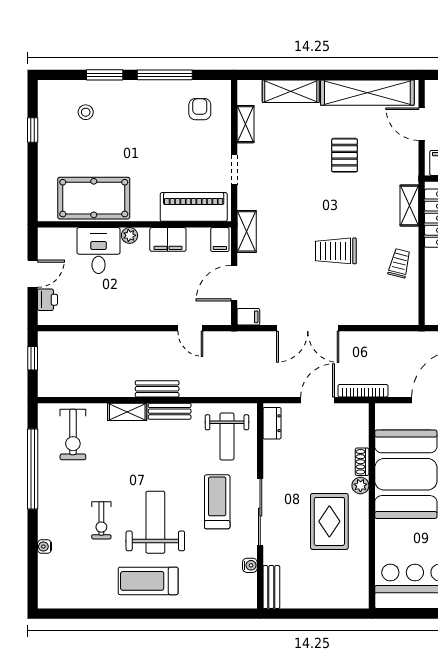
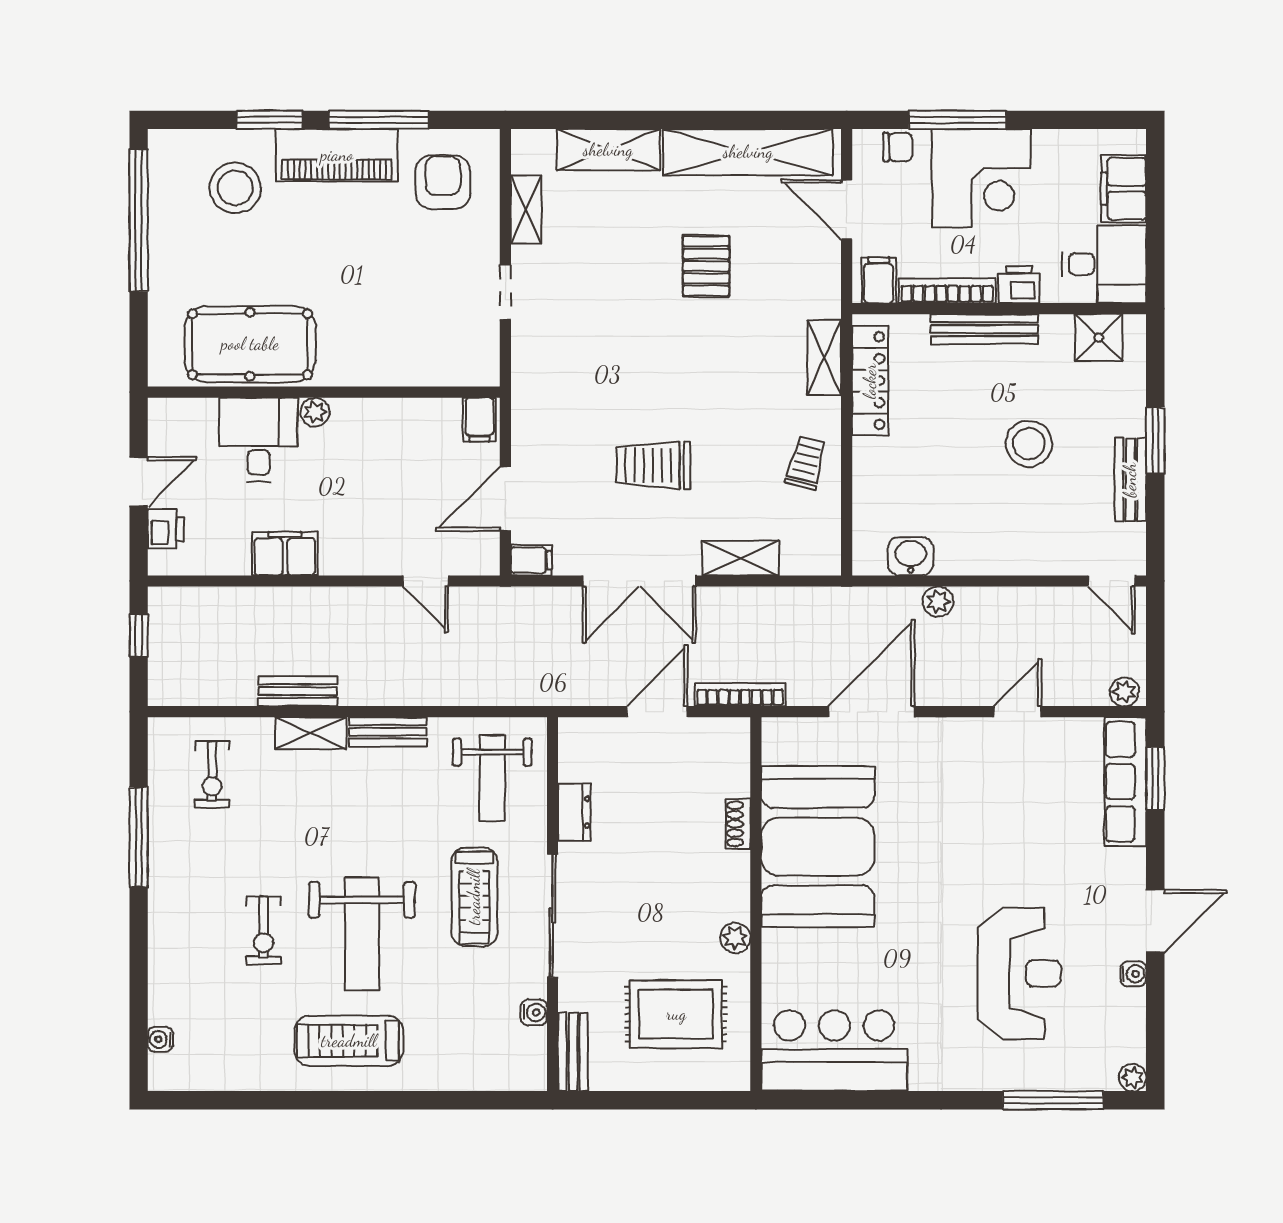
armchair: (200, 109) -> (443, 182), width x1.38, depth x1.38
stool: (86, 112) -> (235, 188), width x1.89, depth x1.89
window: (33, 130) -> (139, 220), width x3.17
piano: (194, 207) -> (337, 155), moved, turned 180
shelving: (247, 231) -> (740, 558), moved, turned 90
filing cabinet: (168, 239) -> (285, 554), moved, turned 180
trolley: (336, 251) -> (653, 465), moved
bench: (157, 389) -> (298, 691), moved
dresser: (272, 423) -> (574, 812), moved
exercise bike: (73, 434) -> (212, 774), width x0.73, depth x0.72
window: (33, 469) -> (139, 837), width x0.68
plant: (360, 486) -> (735, 938), moved
treadmill: (217, 502) -> (474, 897), turned 180
rug: (329, 521) -> (676, 1014), moved, turned 90
weight bench: (155, 522) -> (362, 934), turned 180
water cooler: (44, 547) -> (160, 1039), moved

